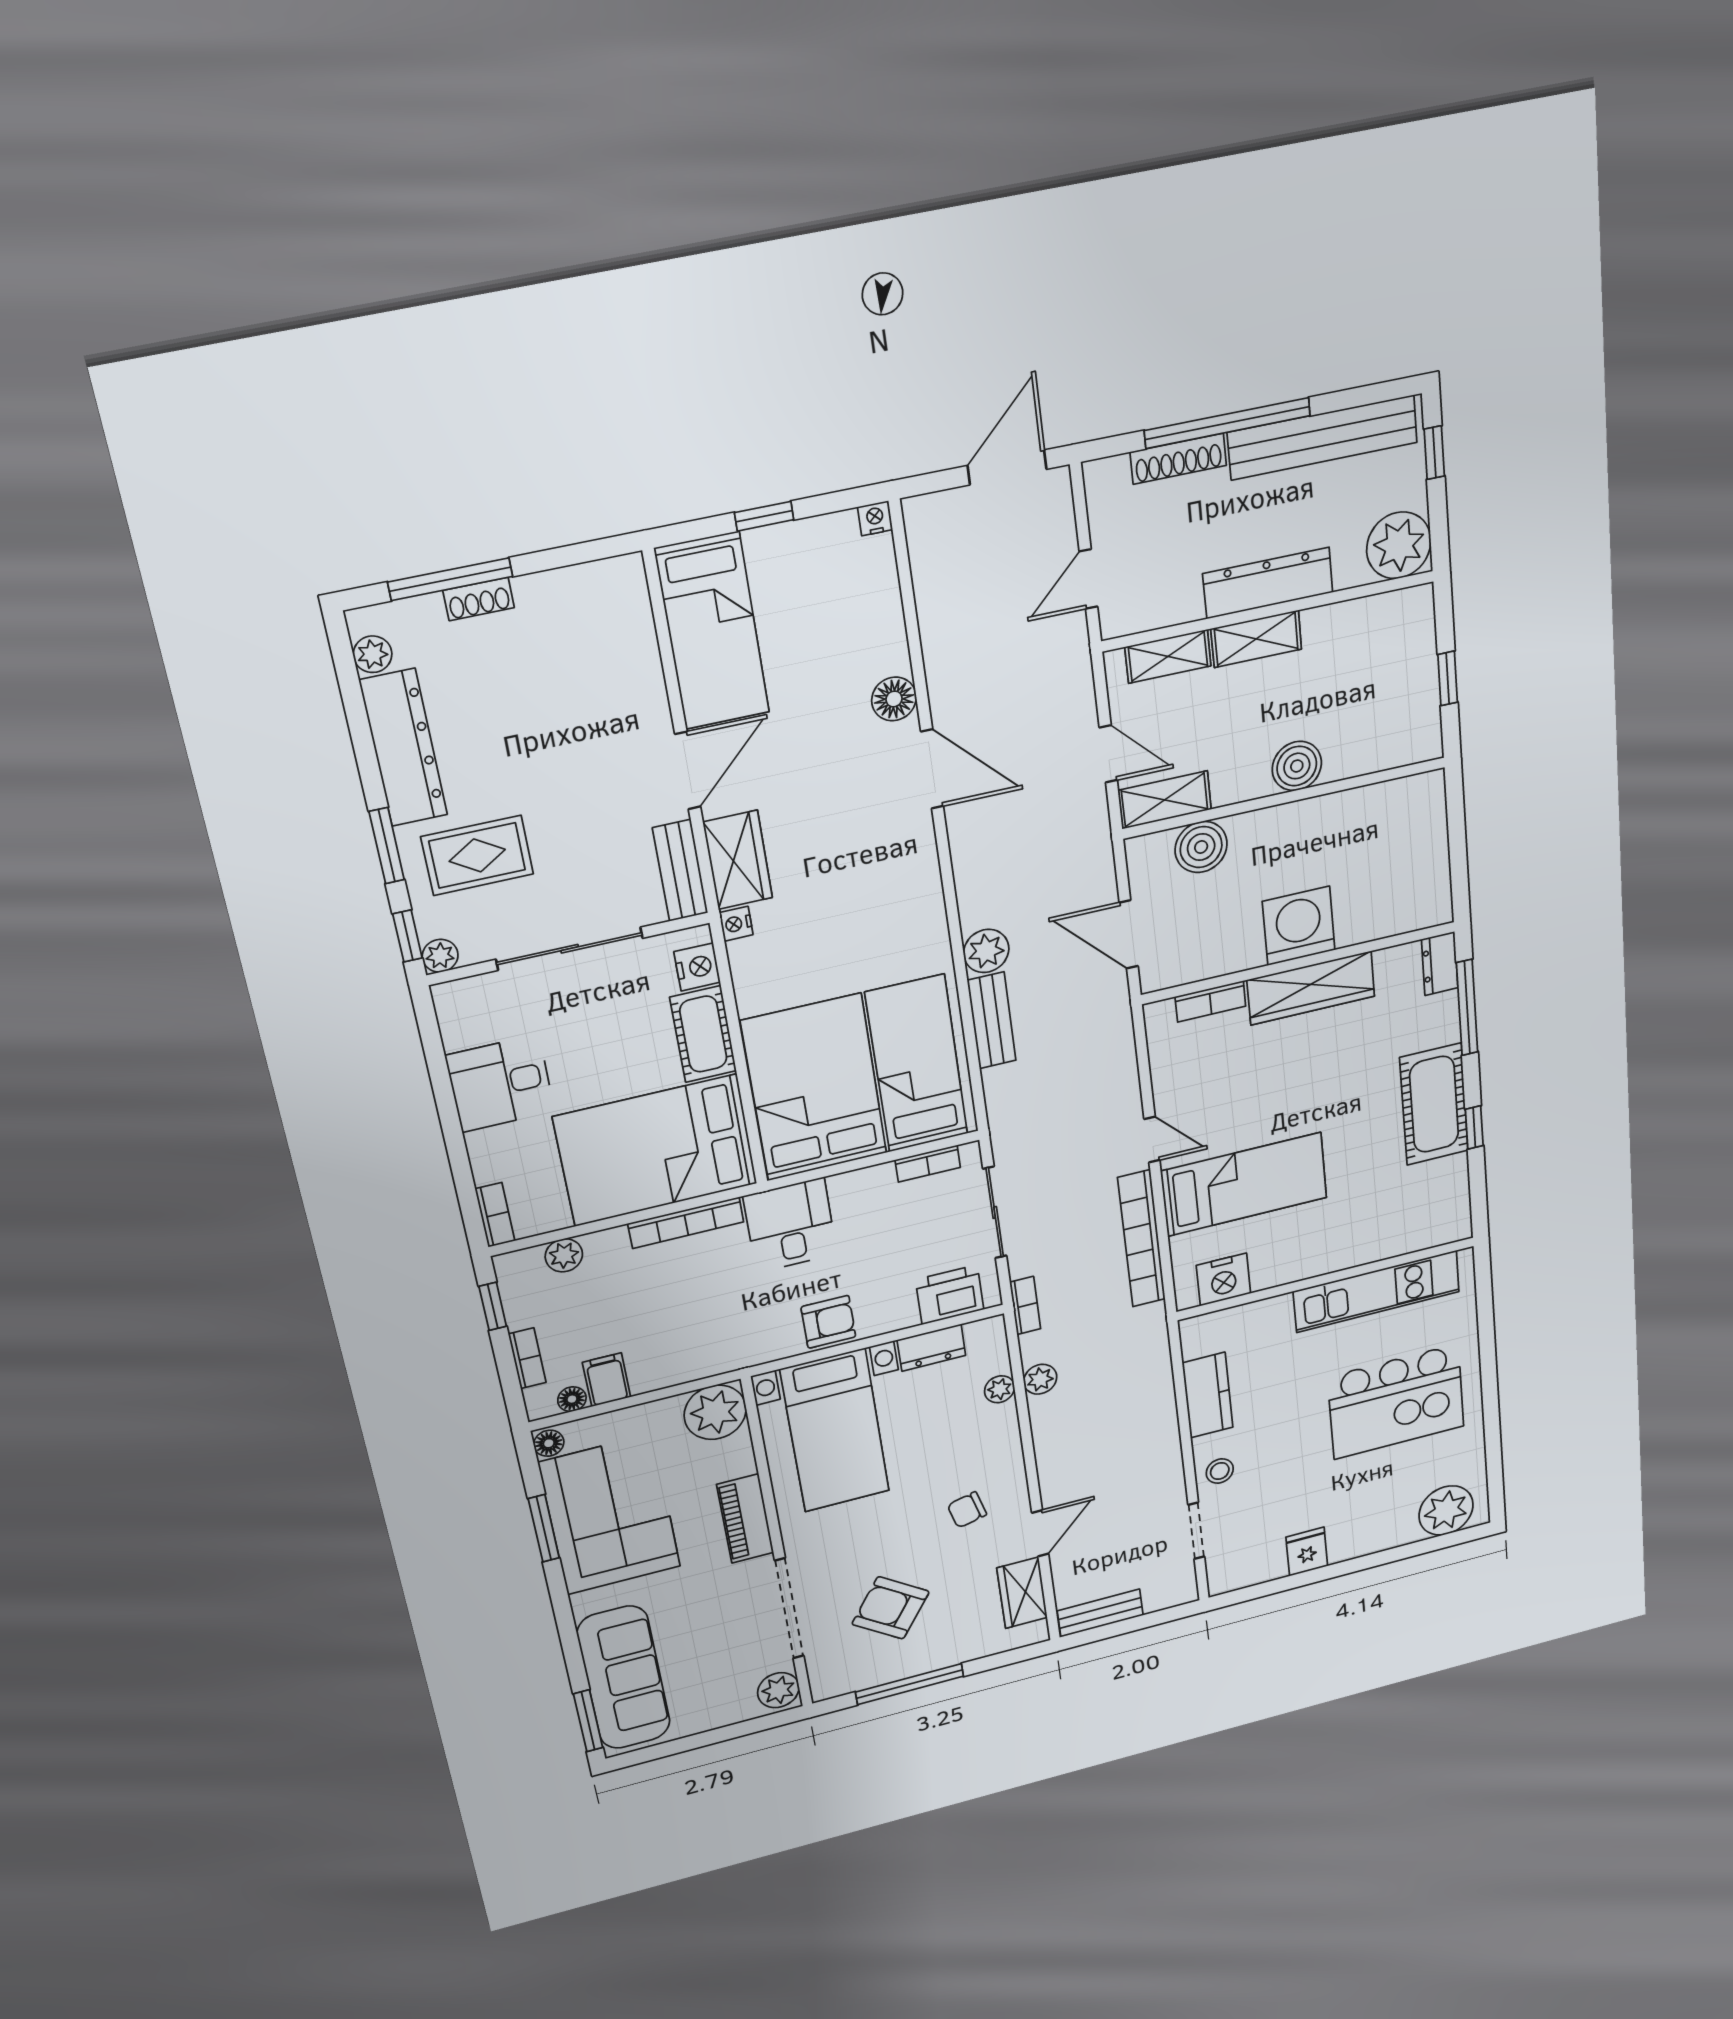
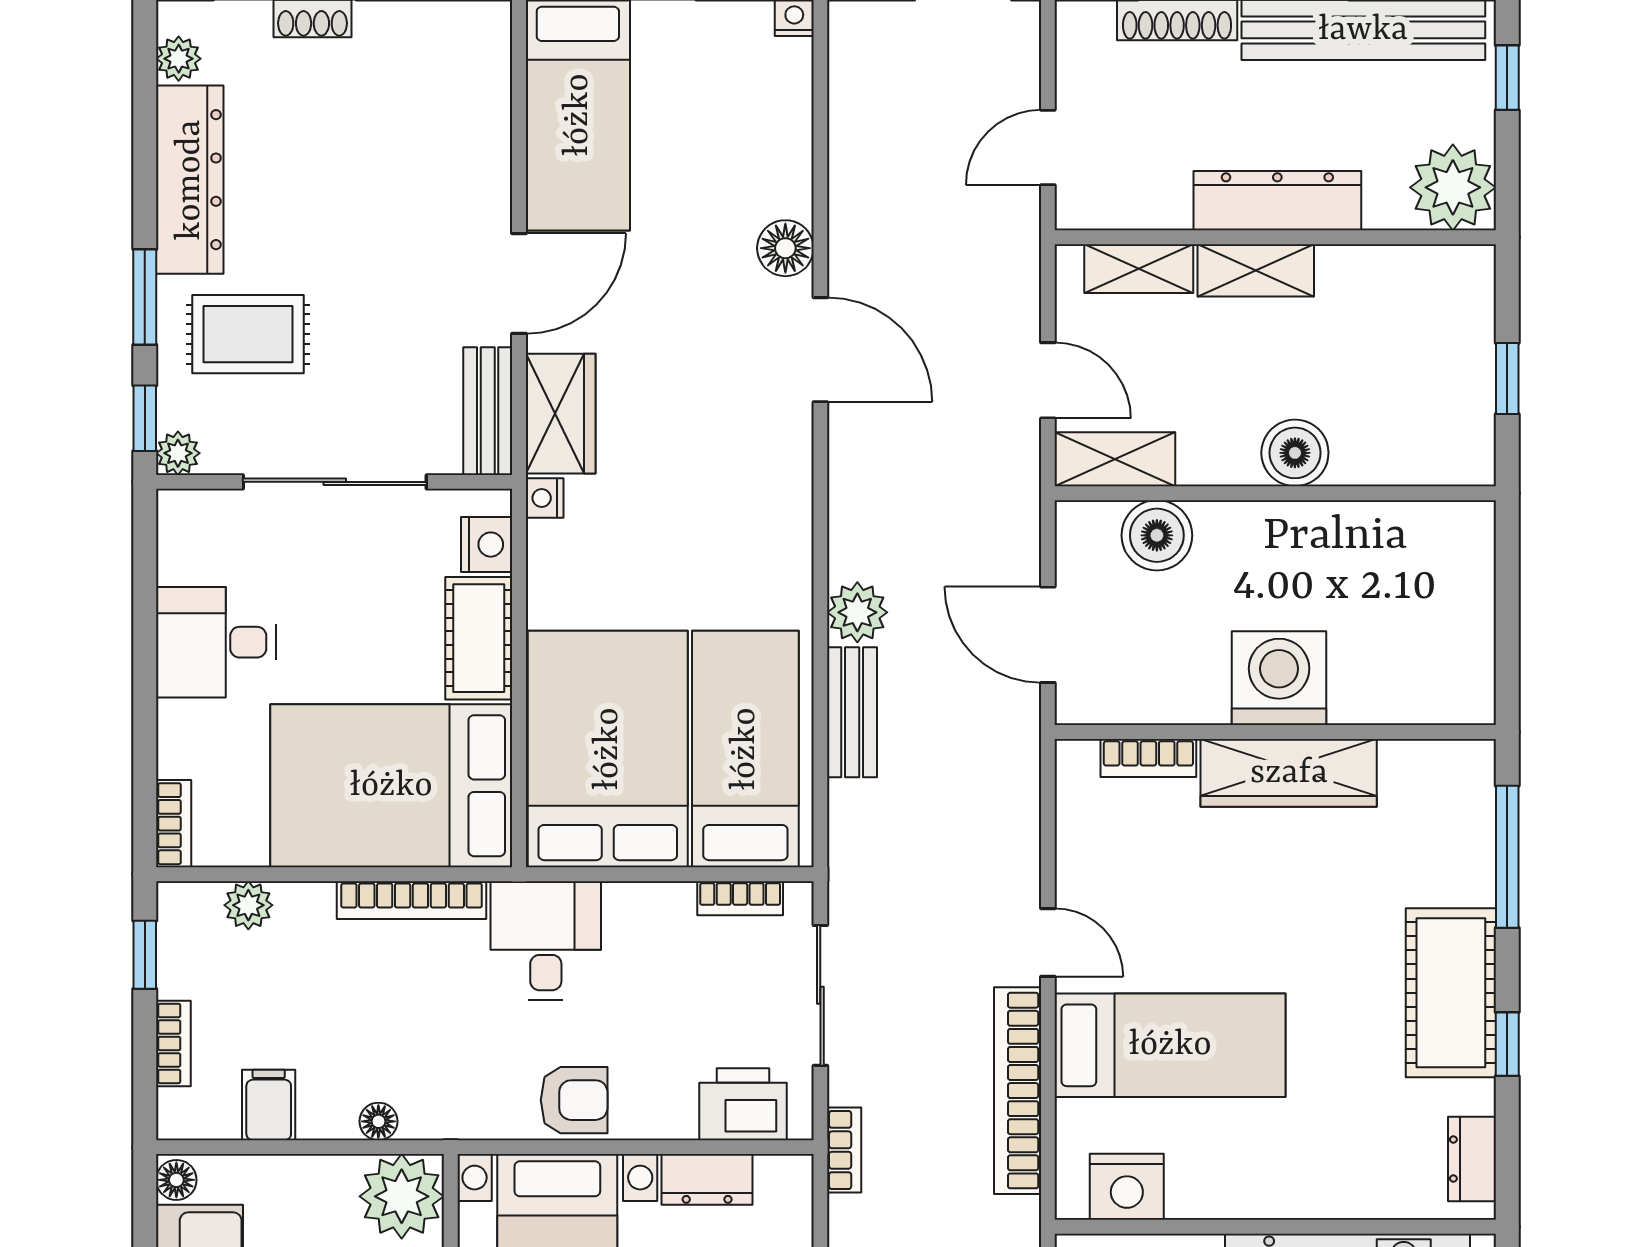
dresser: (1440, 964) -> (1472, 1159), moved
floor lamp: (572, 1399) -> (378, 1121), moved

